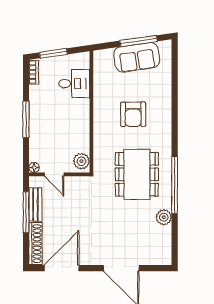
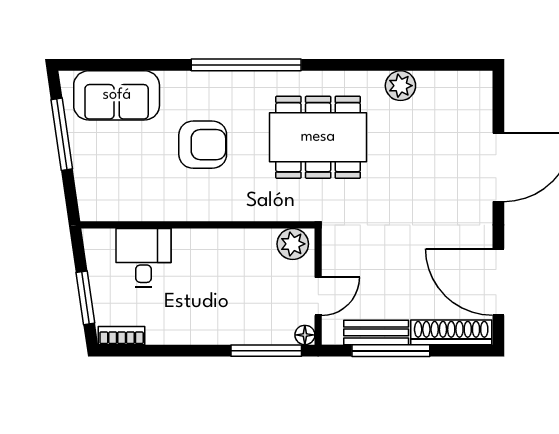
sofa: (137, 57) -> (117, 95), moved, turned 98
window: (26, 119) -> (266, 351), moved
window: (175, 185) -> (246, 65), moved

